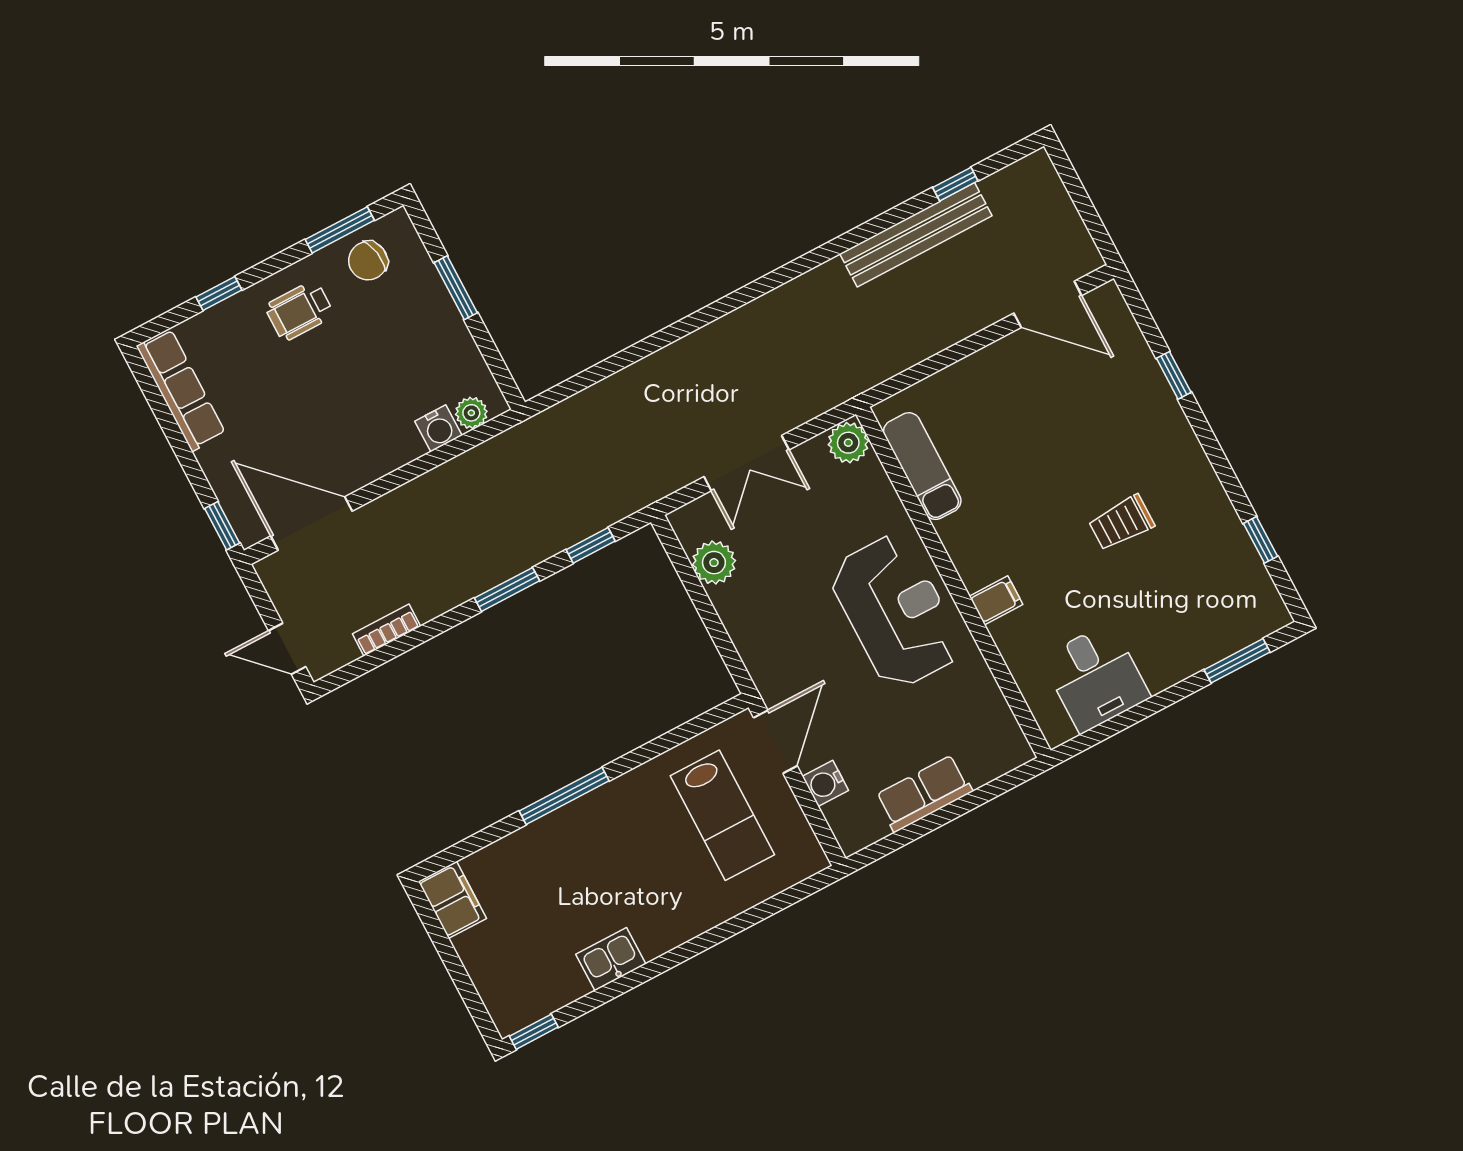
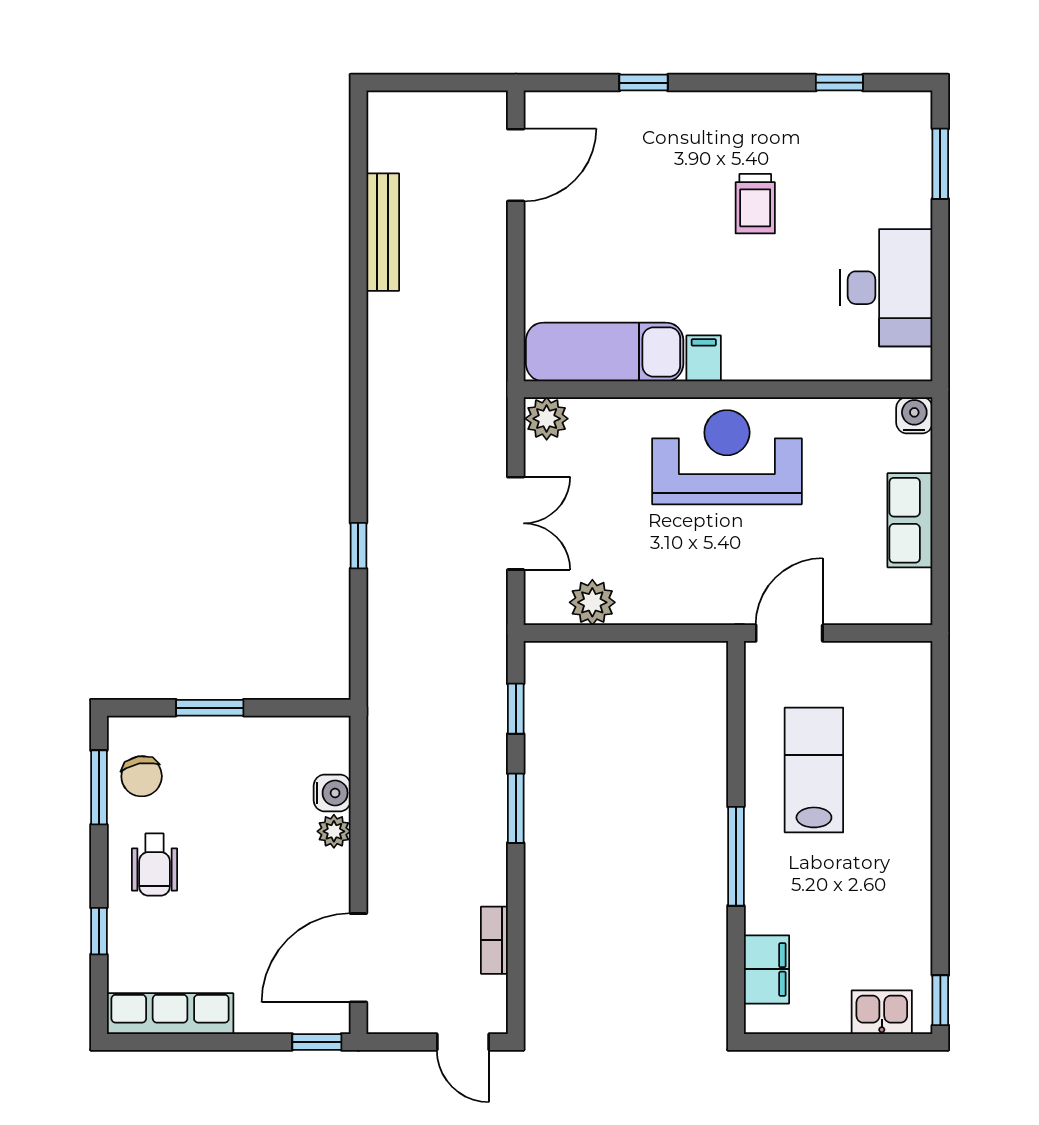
window: (955, 184) -> (358, 546), moved
bench: (916, 235) -> (383, 232), width x0.73, depth x0.82
plant: (471, 413) -> (334, 831), moved
exam couch: (922, 466) -> (605, 352), width x1.36, depth x1.45
filing cabinet: (996, 600) -> (704, 358), moved
door: (287, 649) -> (463, 1042), hinge flipped
desk: (1096, 677) -> (886, 288), width x1.37
door: (775, 742) -> (789, 633), hinge flipped
water cooler: (825, 783) -> (914, 415), moved, turned 180
lab bench: (722, 815) -> (814, 770), moved, turned -90
filing cabinet: (452, 900) -> (766, 969), moved, turned 90
kitchen sink: (611, 959) -> (882, 1012), moved, turned 90

